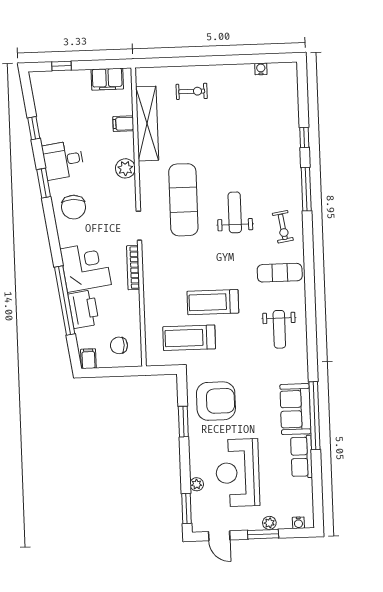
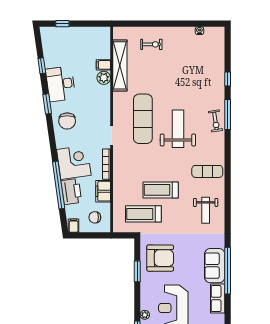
filing cabinet: (107, 79) -> (103, 191), moved, turned 90
desk: (63, 160) -> (61, 84), width x1.37
plant: (125, 168) -> (104, 78), moved
weight bench: (235, 212) -> (178, 129), width x1.36, depth x1.33
exercise bike: (283, 227) -> (215, 121), moved

